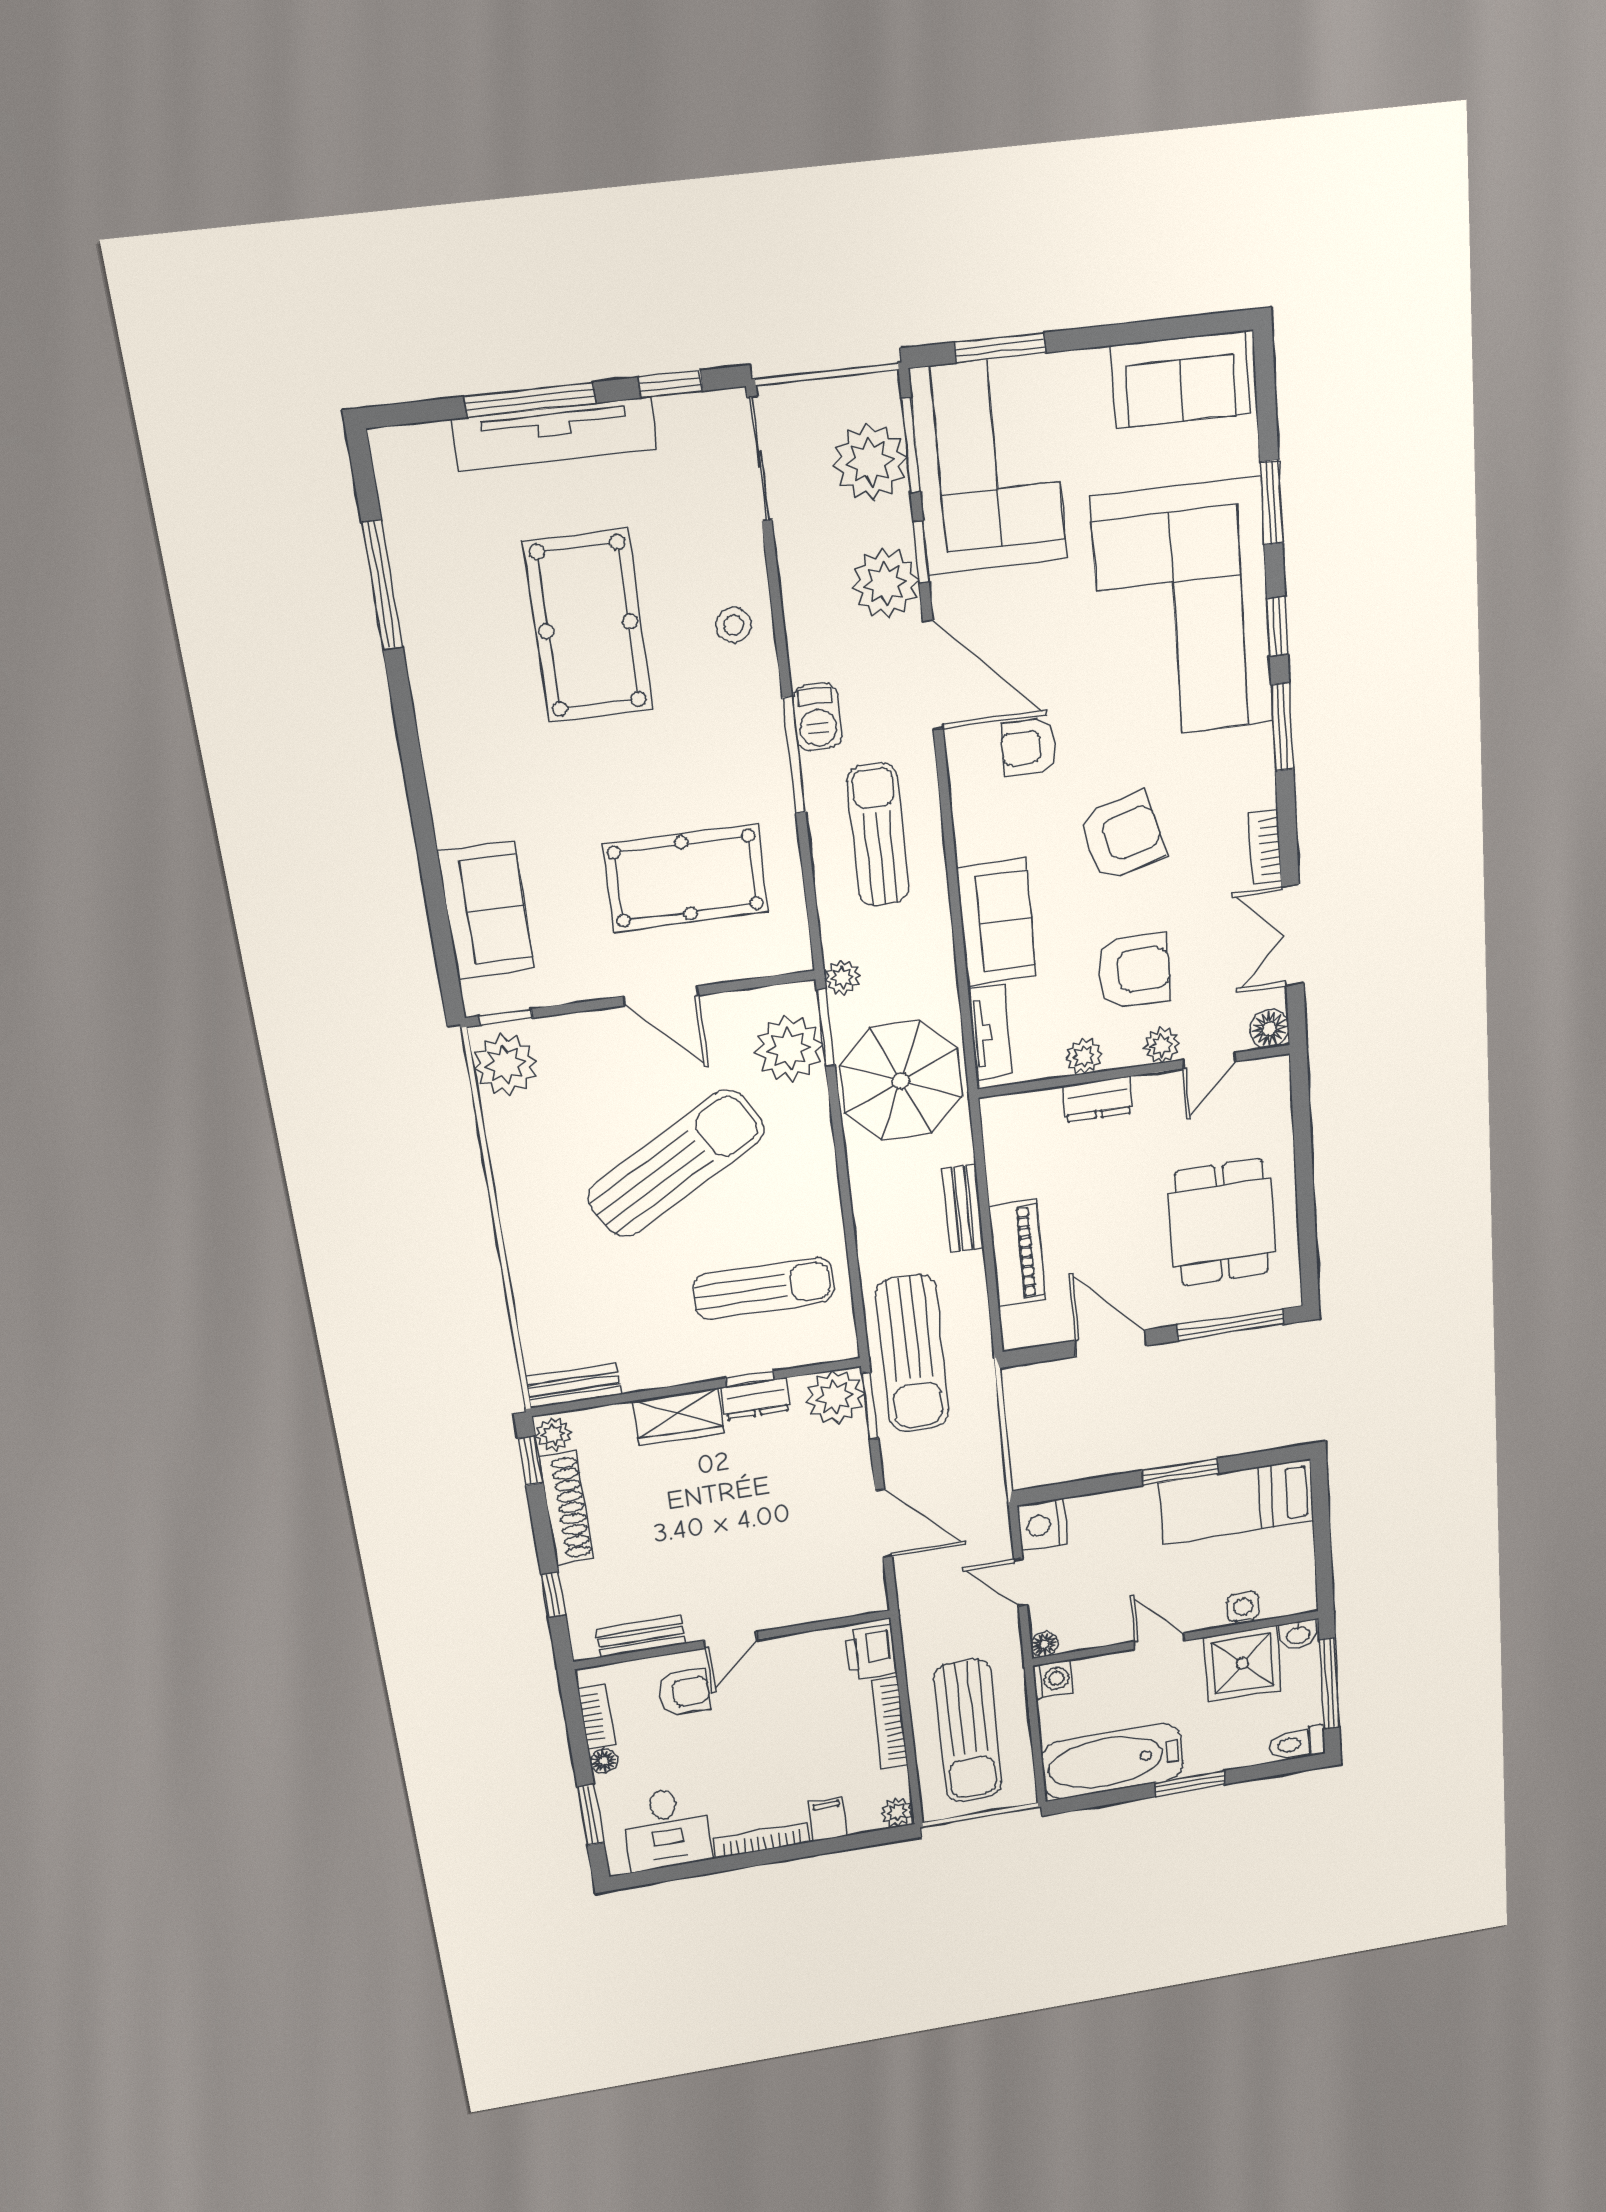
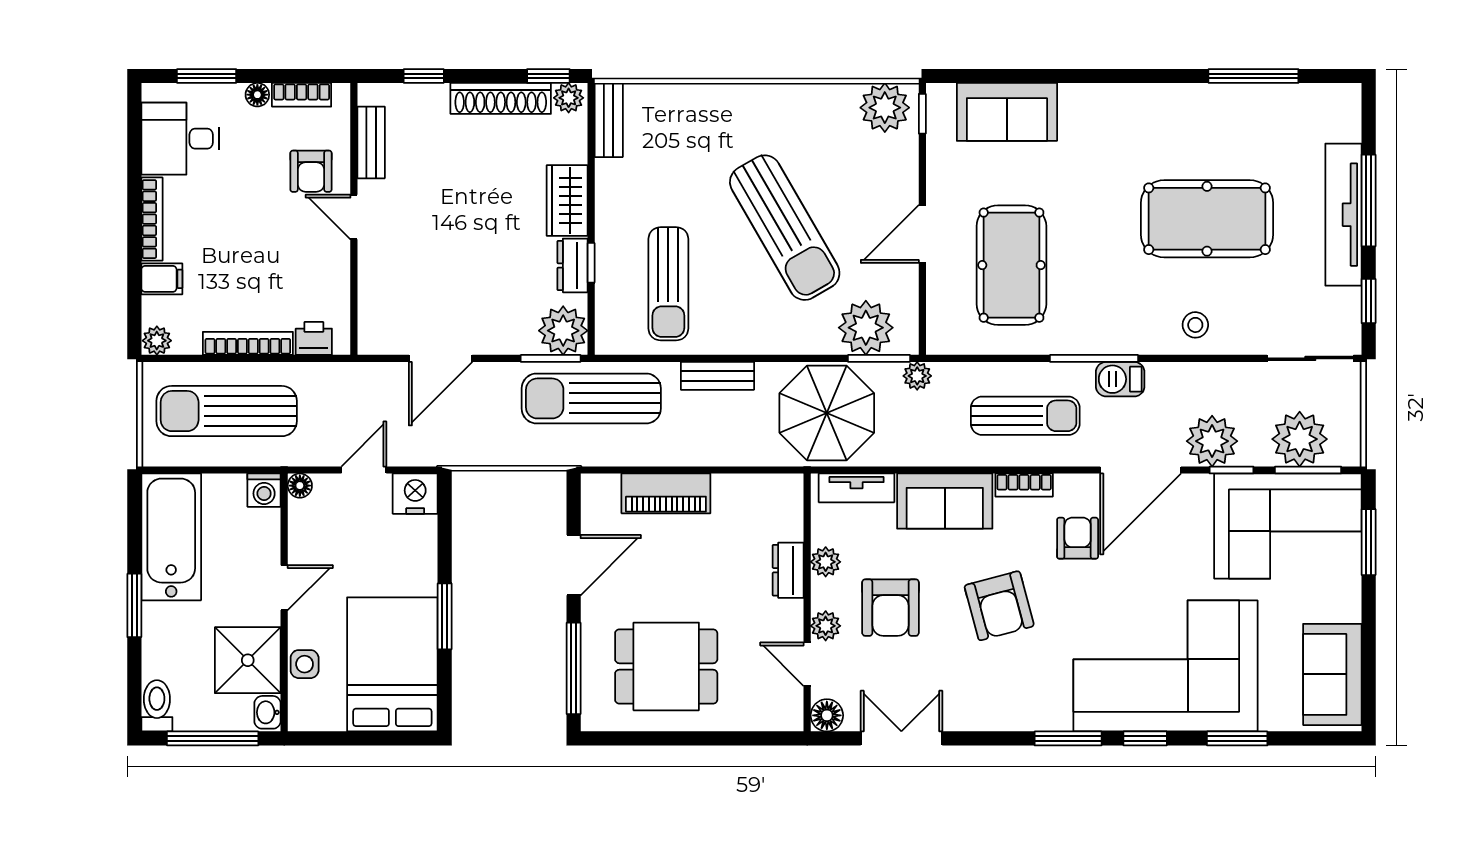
bookcase: (1265, 847) -> (1024, 485), moved, turned 180
bench: (963, 1209) -> (717, 376), moved
bed: (1237, 1502) -> (392, 664), width x1.50
printer: (871, 1652) -> (314, 338), width x0.73, depth x0.81

